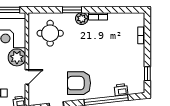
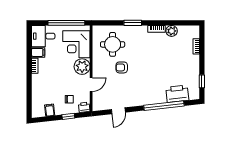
plant: (82, 19) -> (172, 31), moved
armchair: (79, 83) -> (122, 67), moved, width x0.53, depth x0.53
printer: (121, 90) -> (177, 94), width x1.87, depth x1.48

